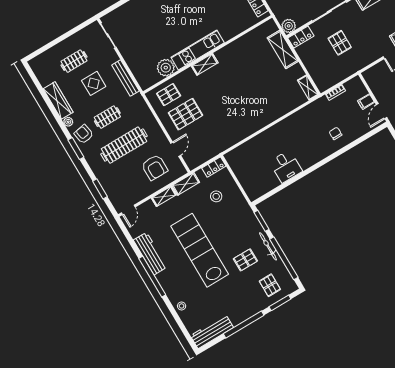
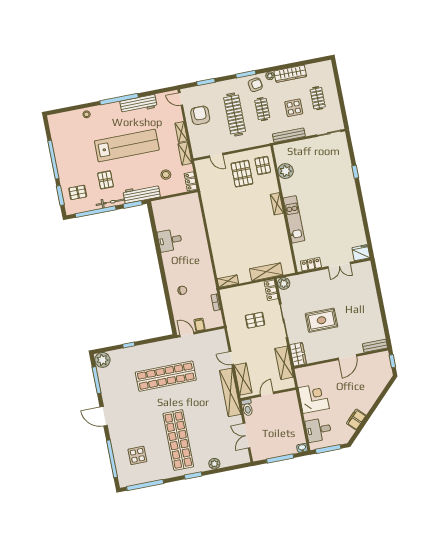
kitchen unit: (198, 50) -> (294, 219), moved
armchair: (155, 167) -> (200, 115), moved, turned 90
workbench: (212, 332) -> (142, 194), moved, turned -90

